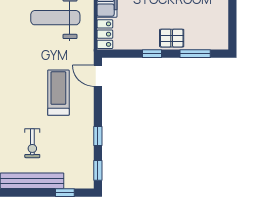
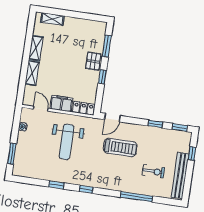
treadmill: (58, 93) -> (120, 148), turned 180

